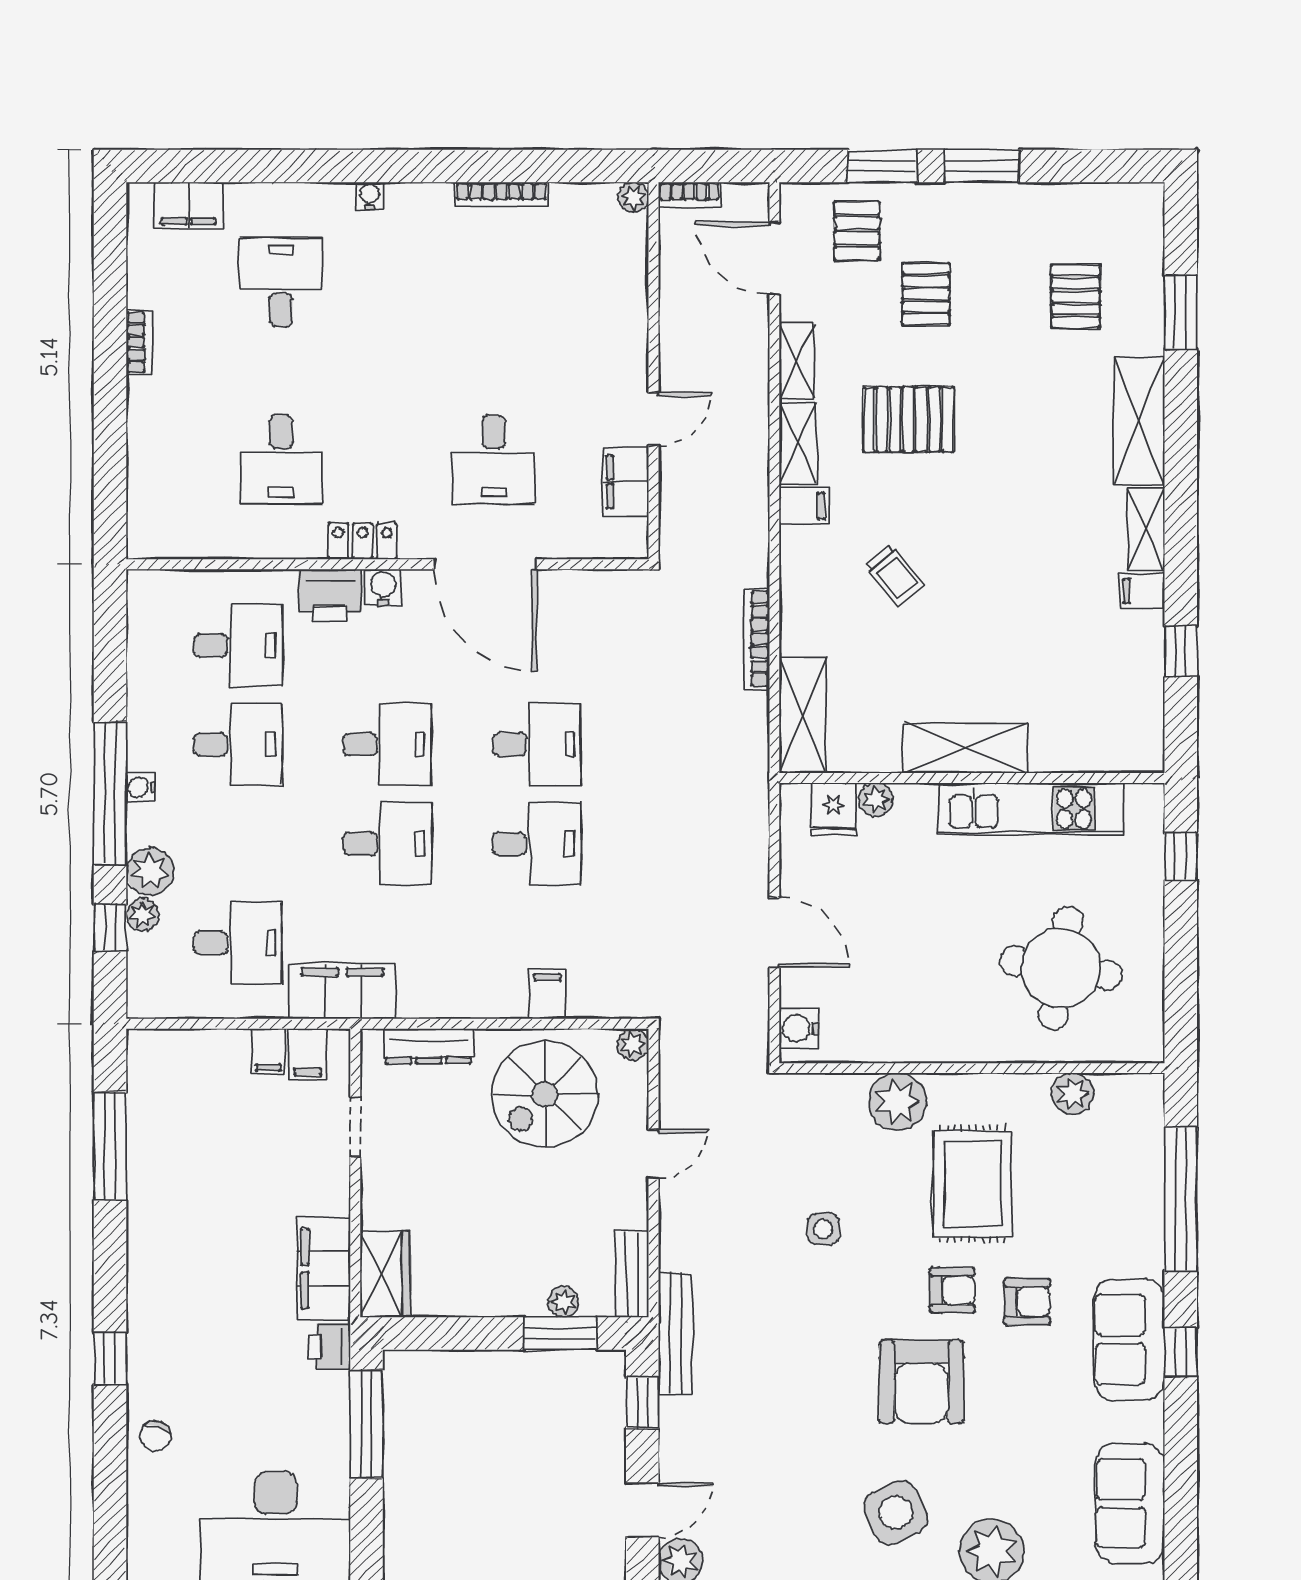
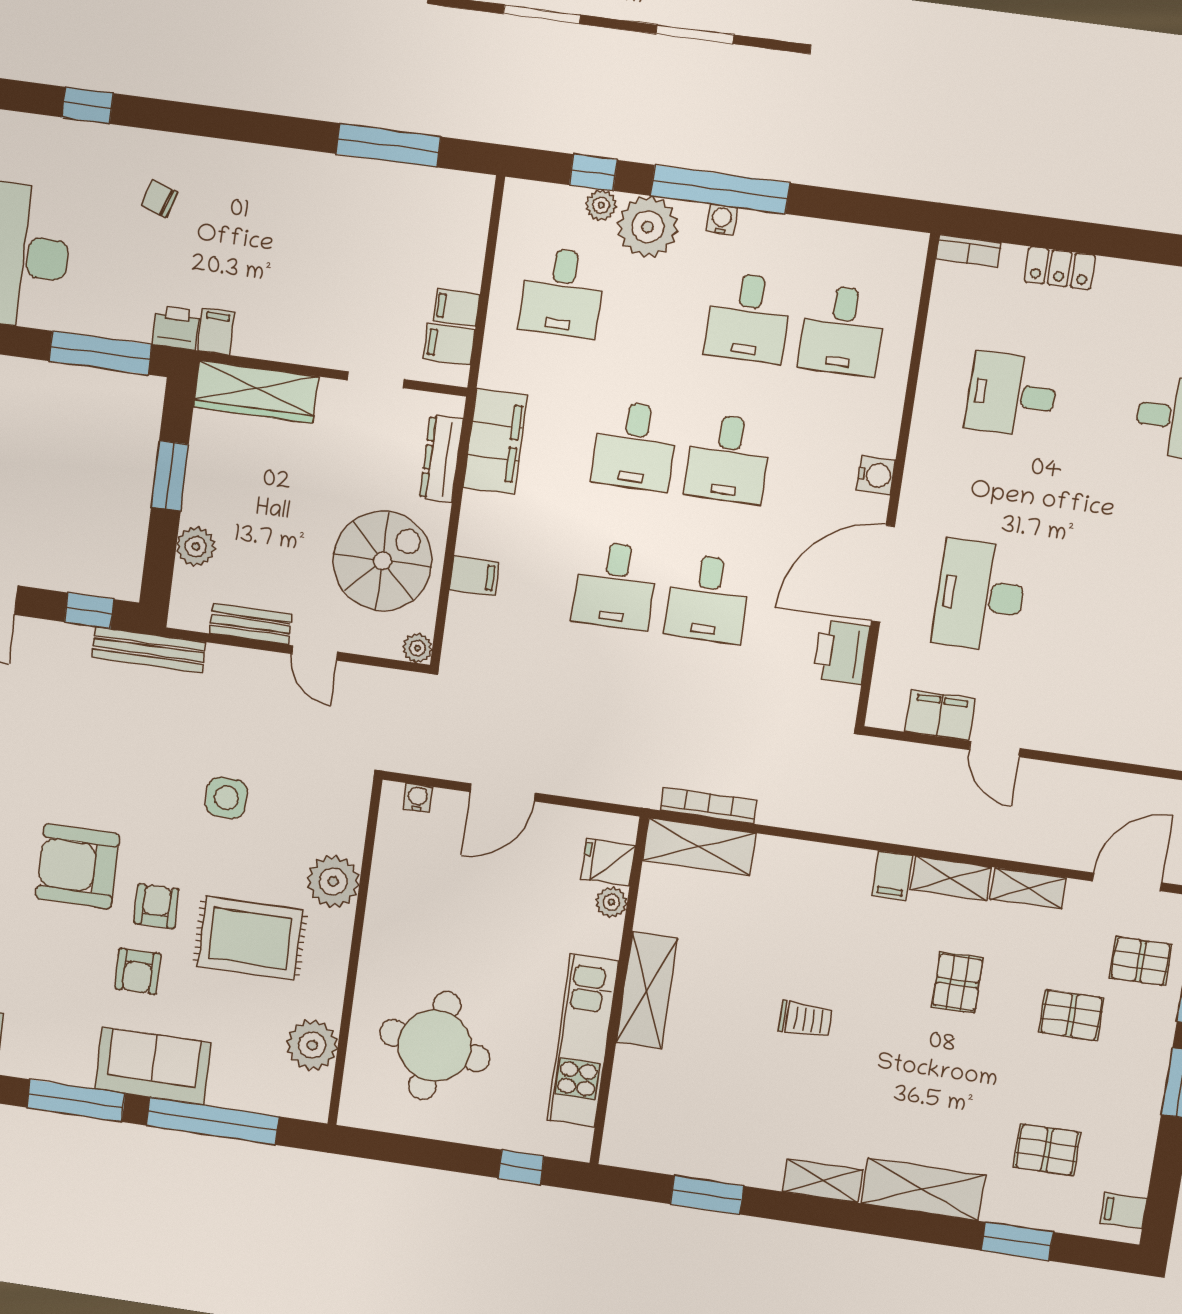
bookcase: (139, 342) -> (968, 251), moved
pallet: (908, 420) -> (957, 982), width x0.67, depth x0.71
desk: (494, 459) -> (980, 596), width x1.37
locker: (363, 541) -> (1060, 268), moved, turned 90
trolley: (894, 575) -> (805, 1019), moved, turned -141
filing cabinet: (1142, 591) -> (1124, 1211), moved, turned -90
printer: (330, 595) -> (841, 652), moved
bookcase: (757, 639) -> (708, 805), moved
window: (1181, 651) -> (707, 1195), width x1.50
plant: (150, 872) -> (648, 227), width x1.36, depth x1.36
filing cabinet: (342, 991) -> (495, 441), moved
water cooler: (799, 1028) -> (418, 798), width x0.72, depth x0.72
spiral stairs: (545, 1094) -> (383, 561), turned 90
plant: (1073, 1094) -> (312, 1045), width x1.36, depth x1.36
side table: (823, 1229) -> (226, 798), width x1.37, depth x1.37
filing cabinet: (324, 1269) -> (216, 331), width x0.33, depth x0.86
wardrobe: (385, 1274) -> (256, 392), width x1.50
bench: (632, 1274) -> (250, 624), moved
armchair: (952, 1290) -> (156, 906), turned 180
plant: (563, 1302) -> (196, 547), width x1.38, depth x1.38
window: (560, 1333) -> (170, 476), moved
sofa: (1129, 1340) -> (153, 1066), moved
window: (1181, 1352) -> (76, 1101), width x2.17
window: (110, 1358) -> (88, 105), moved
chair: (156, 1436) -> (159, 199), moved

